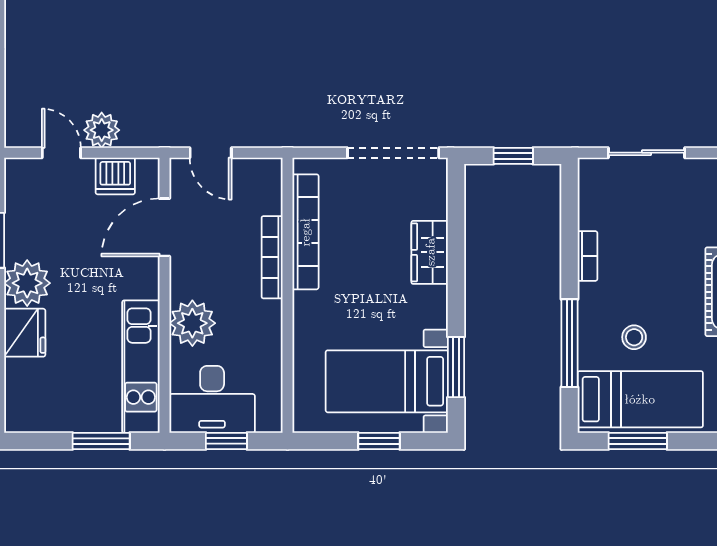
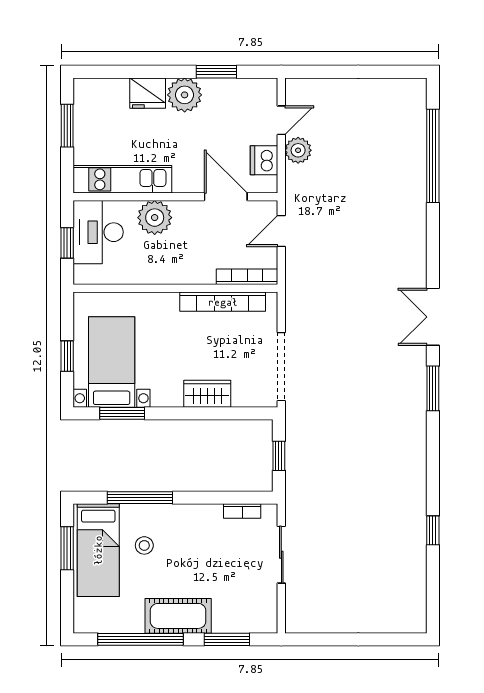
bookcase: (588, 256) -> (242, 511), moved
bookcase: (272, 257) -> (247, 277), moved
window: (101, 441) -> (67, 126), moved

